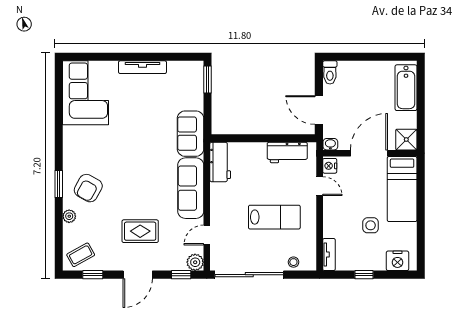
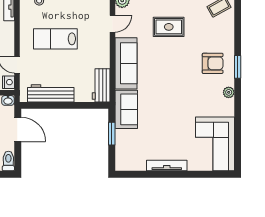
window: (208, 80) -> (112, 134), moved
workbench: (287, 153) -> (51, 93), width x1.38
armchair: (88, 188) -> (213, 63), turned 61
plant: (69, 216) -> (229, 92), moved

